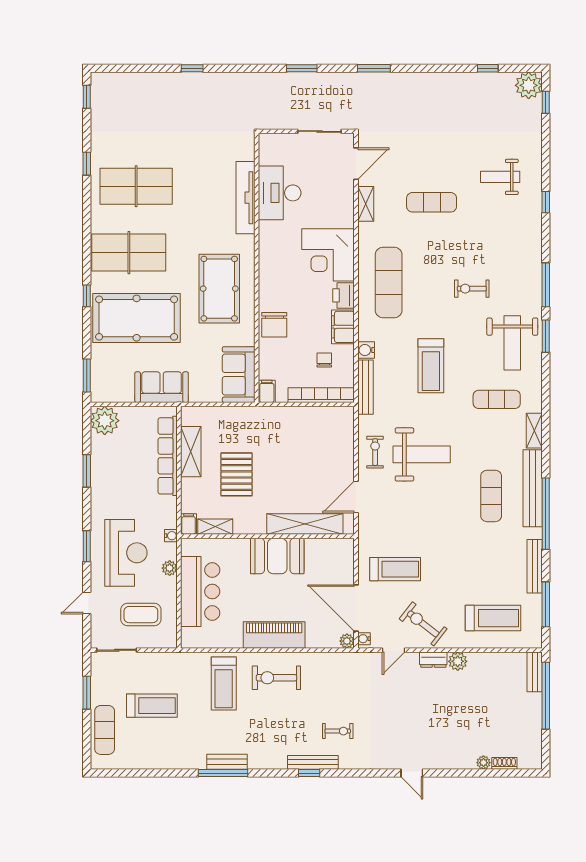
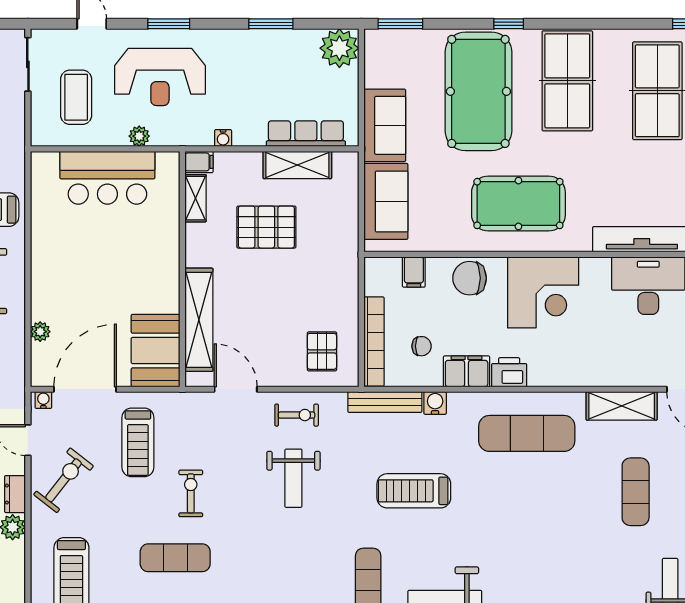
shelving: (366, 204) -> (622, 406), width x1.50, depth x1.33
corner desk: (328, 255) -> (543, 292), moved, turned 180
exercise bike: (472, 289) -> (191, 493), moved
sofa: (239, 375) -> (386, 201), moved, turned 90
filing cabinet: (267, 391) -> (414, 272), moved, turned 90
pallet: (328, 433) -> (322, 351), added
weight bench: (422, 454) -> (293, 478), width x0.73, depth x0.75
row of seats: (168, 456) -> (306, 134), width x0.73
exercise mat: (491, 496) -> (175, 558), moved
water cooler: (171, 536) -> (223, 138), moved
booth: (277, 556) -> (156, 351), moved
piano: (274, 635) -> (48, 278), removed
plant: (347, 641) -> (40, 332), moved

